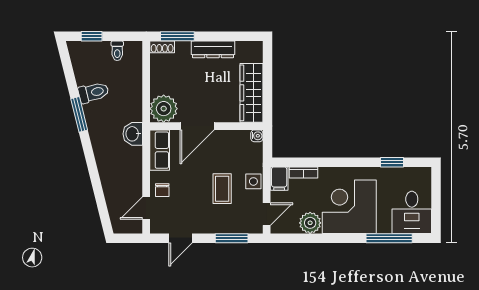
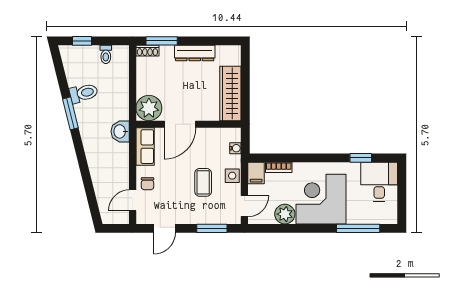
water cooler: (257, 136) -> (235, 148), moved
desk: (412, 212) -> (379, 182), moved, turned 180

